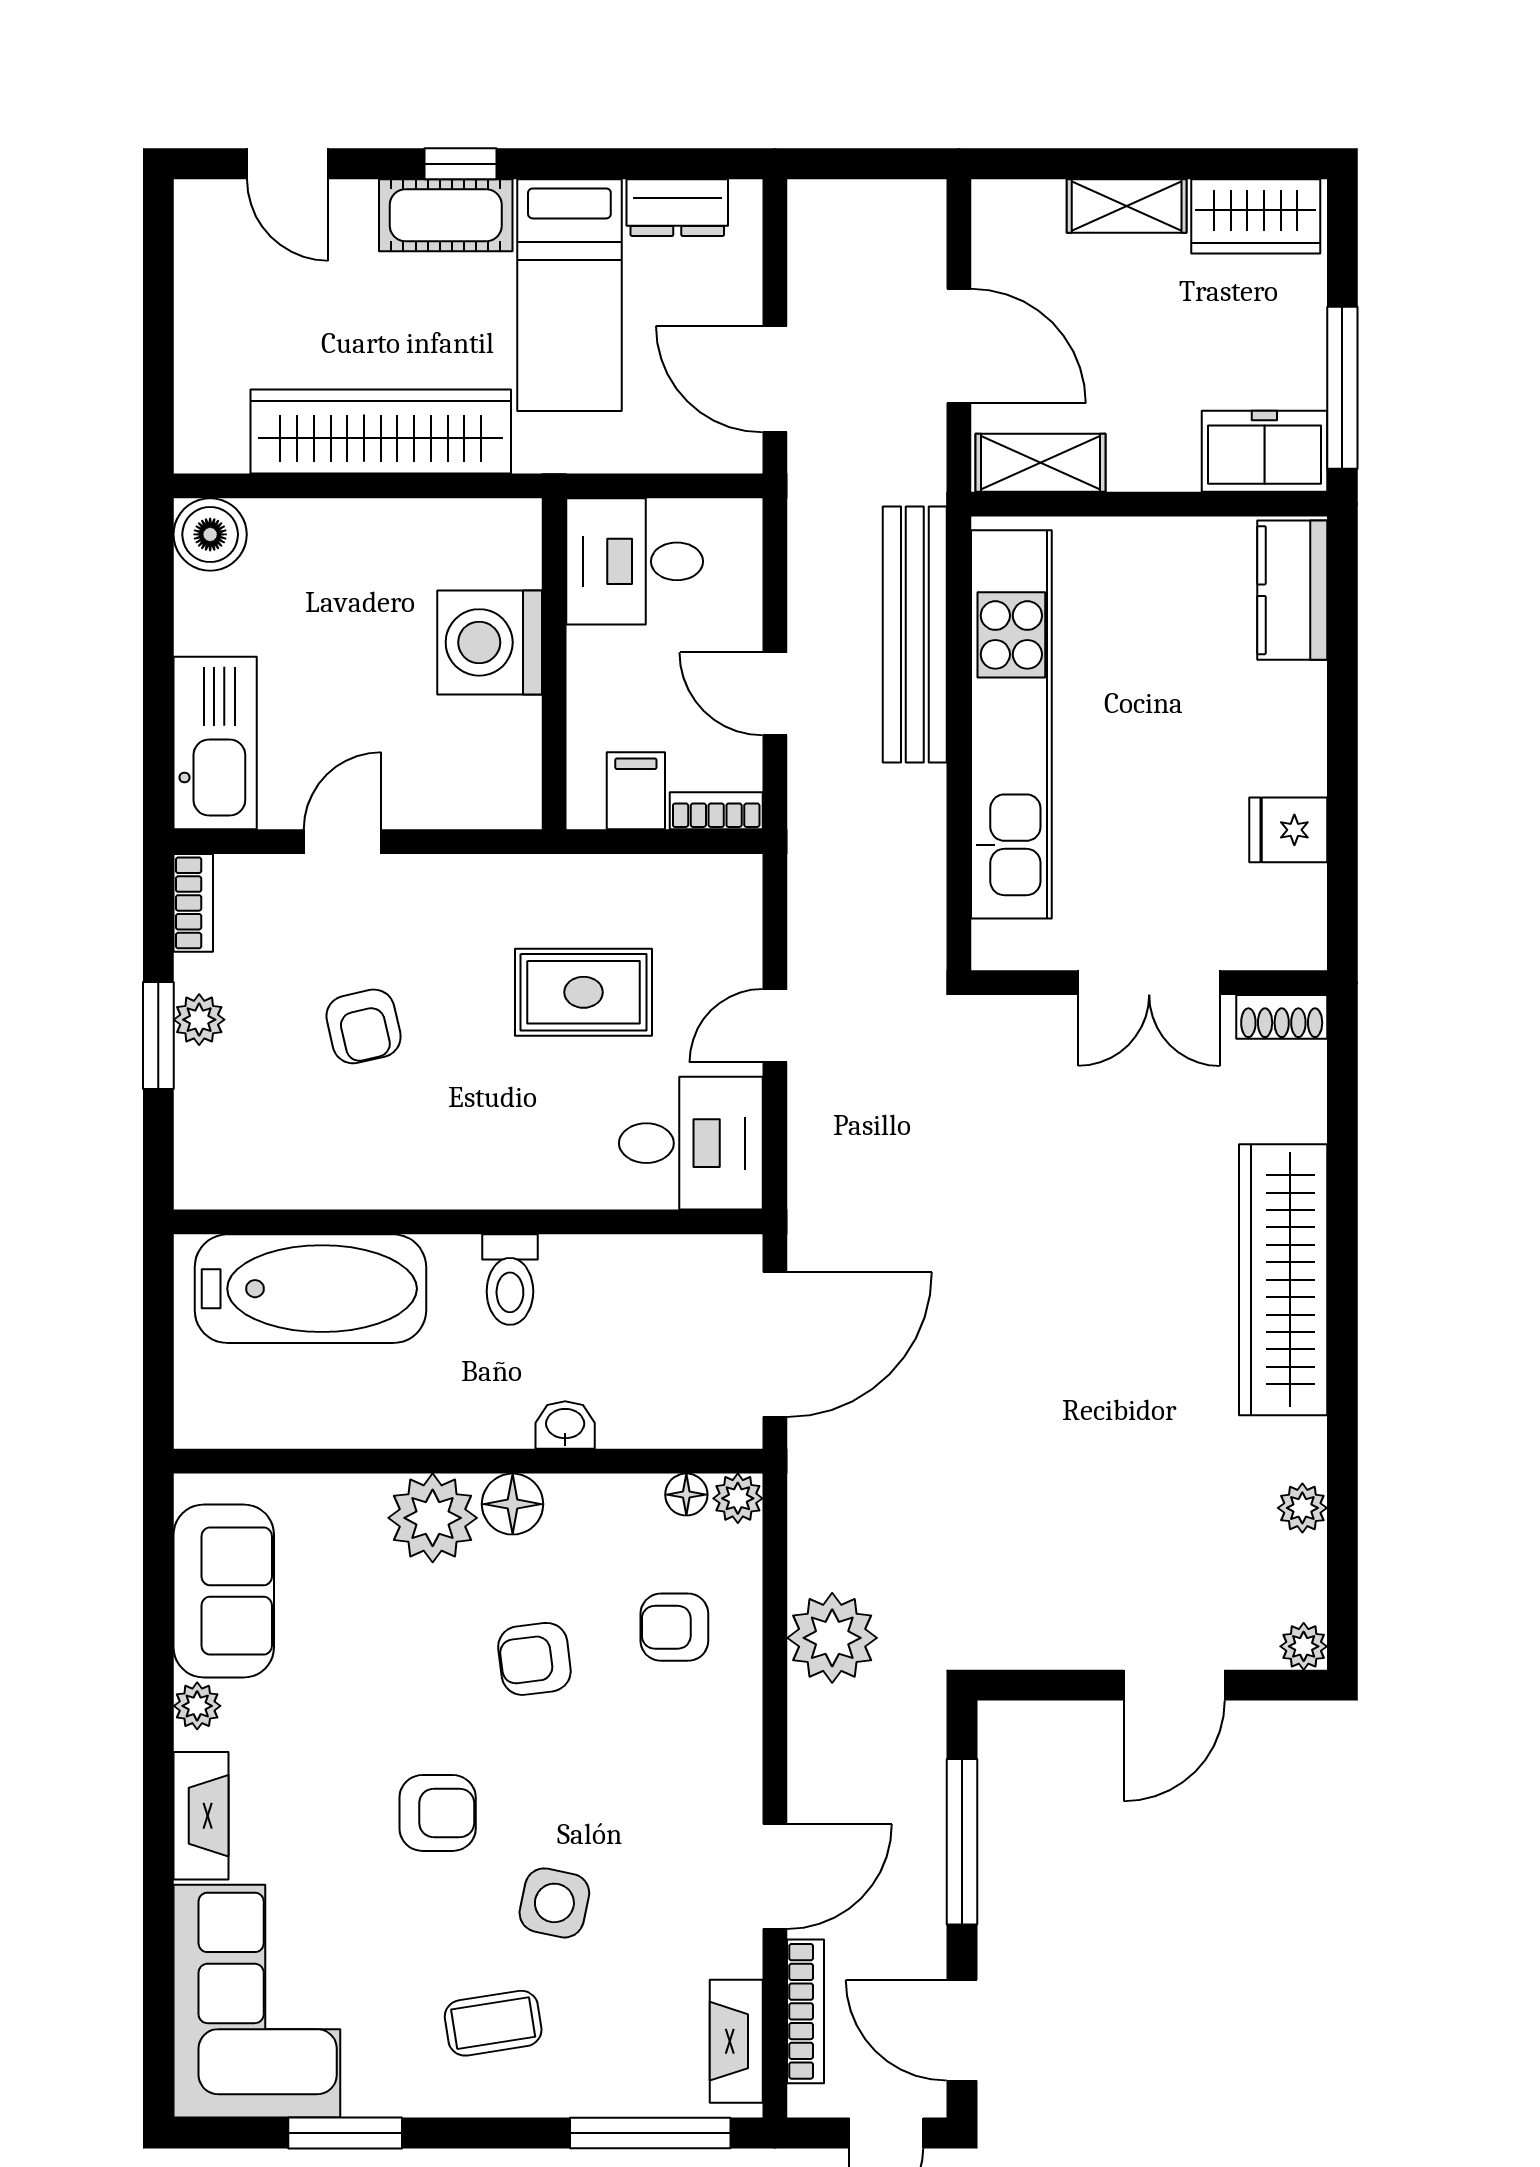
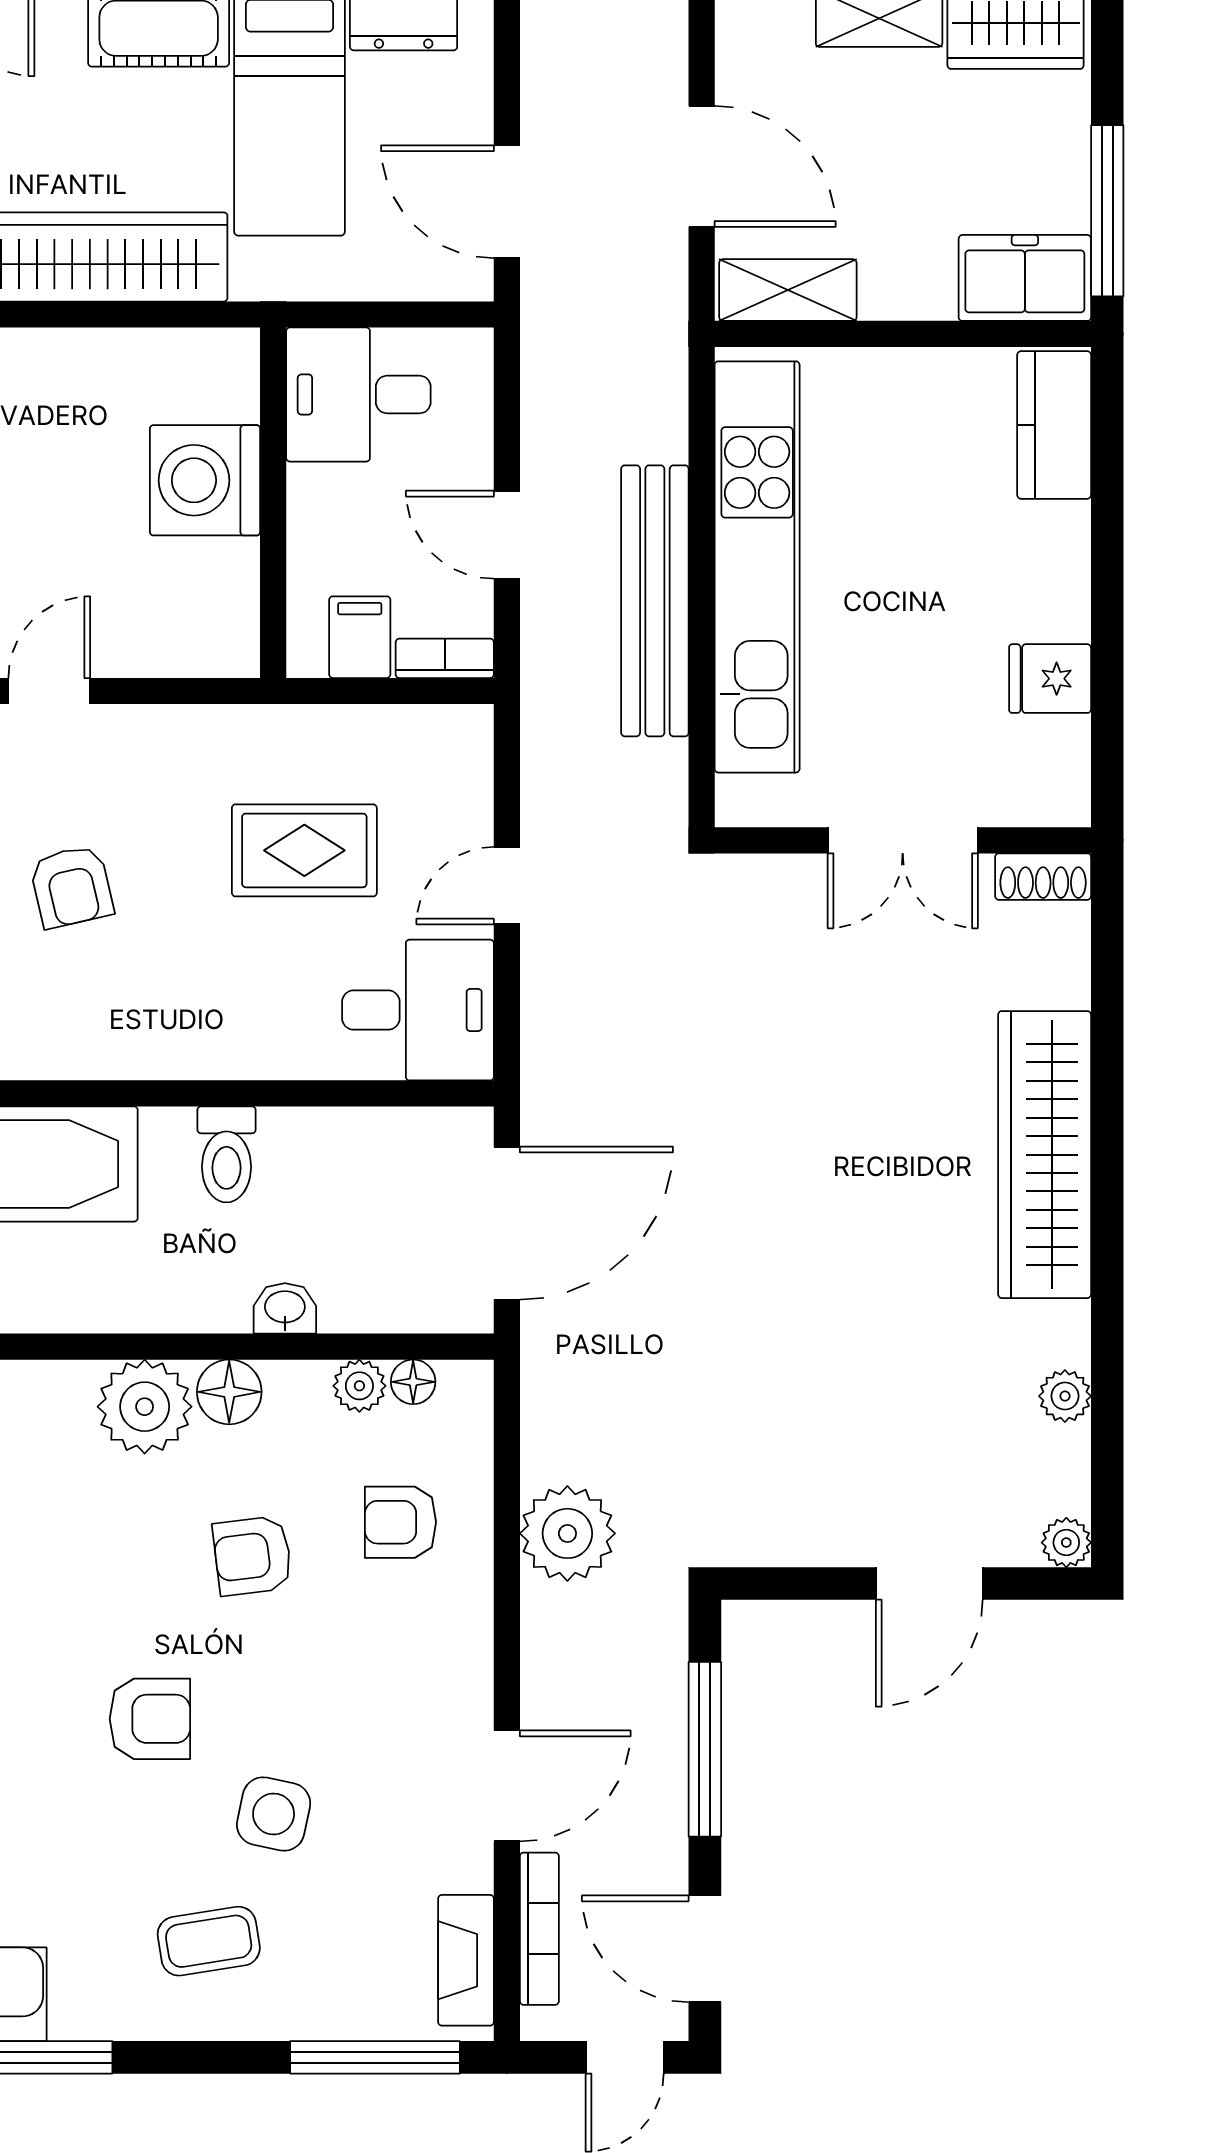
bench: (915, 634) -> (655, 601), moved
plant: (738, 1498) -> (359, 1386), moved

